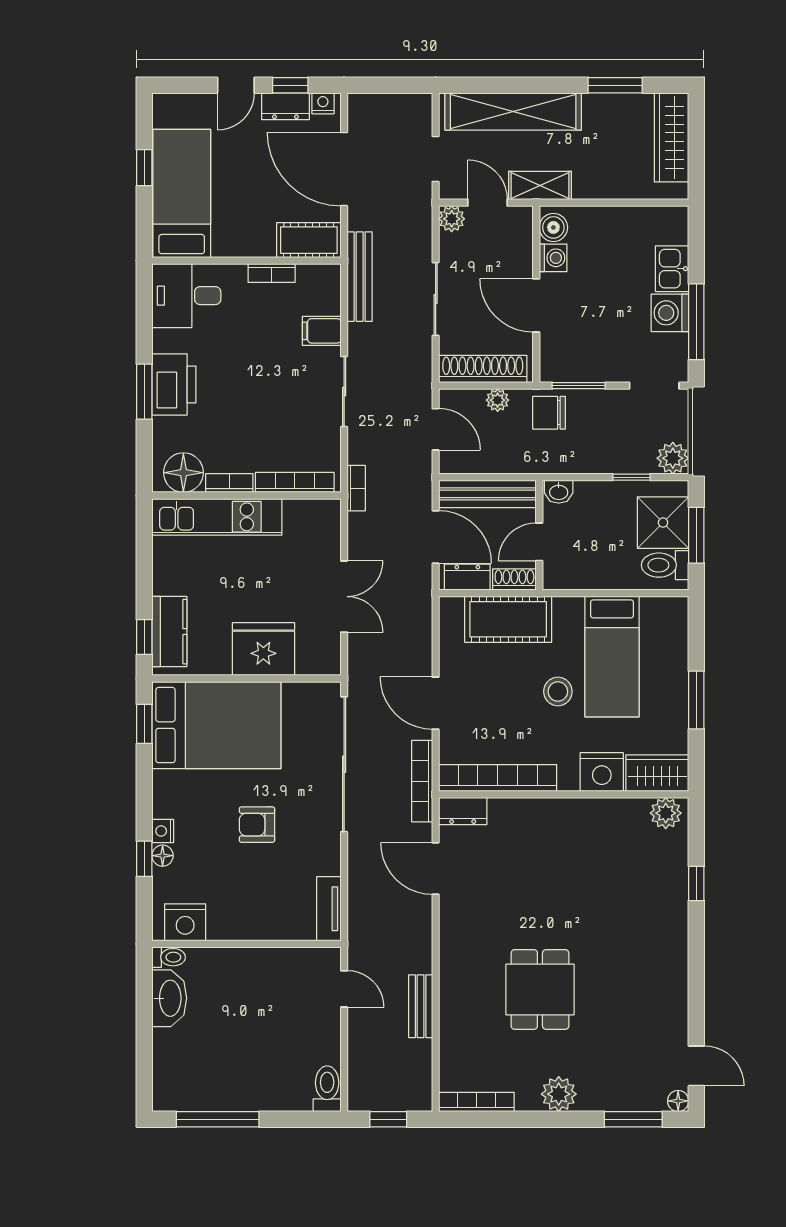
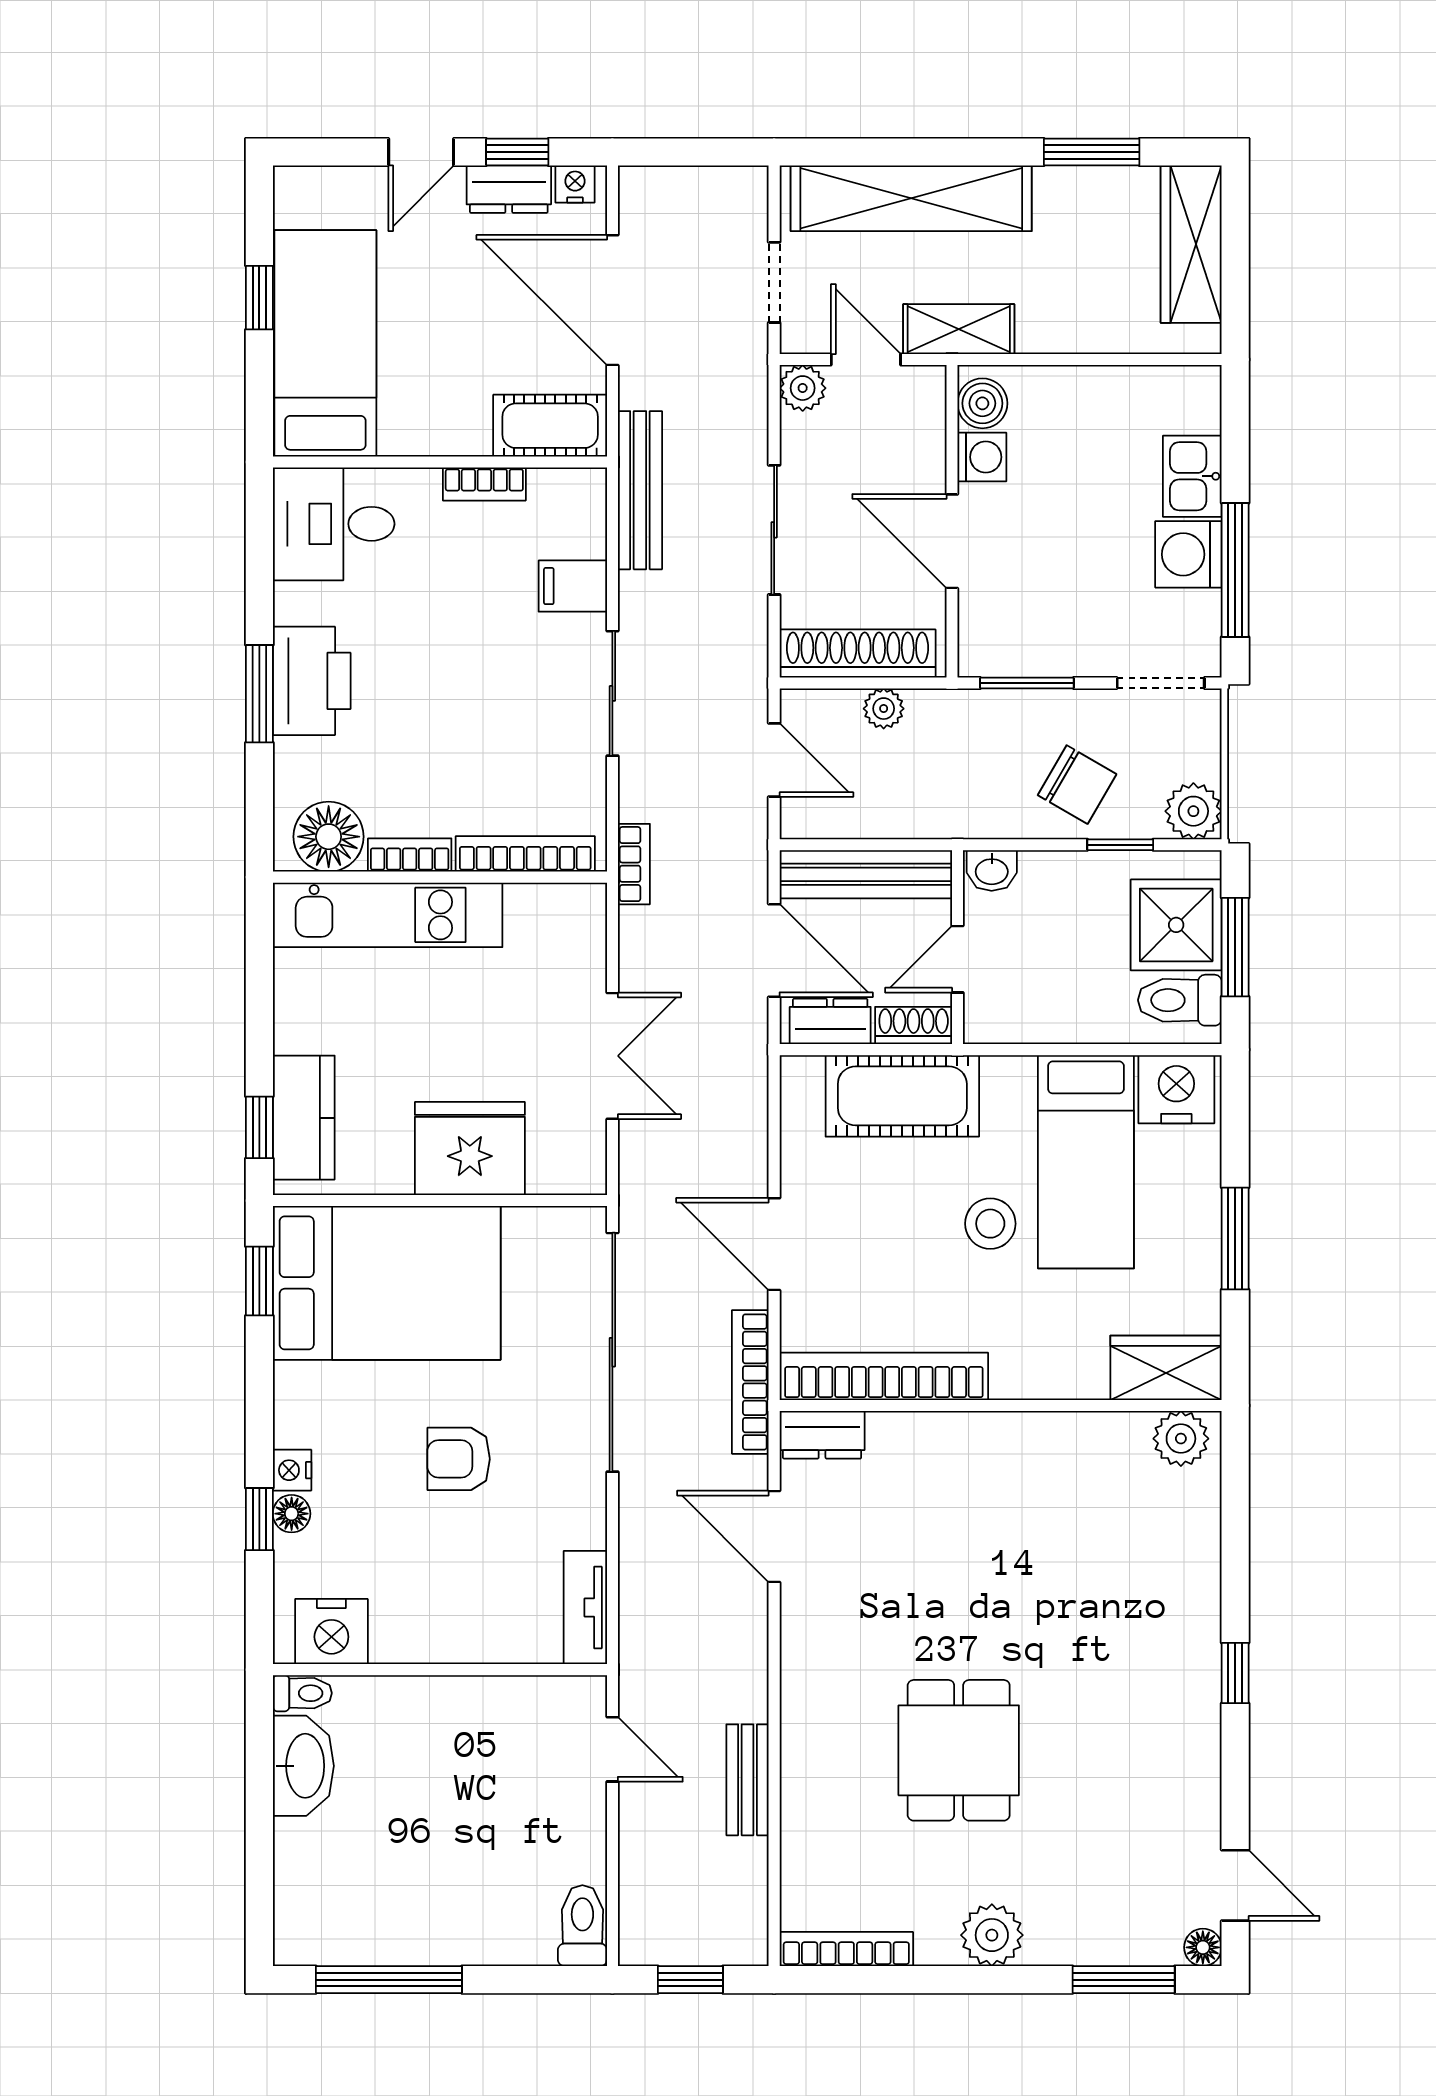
chair: (549, 413) -> (1077, 785), moved, turned -150
nightstand: (602, 772) -> (1176, 1089), moved, turned 180
window: (696, 884) -> (1235, 1673), moved

